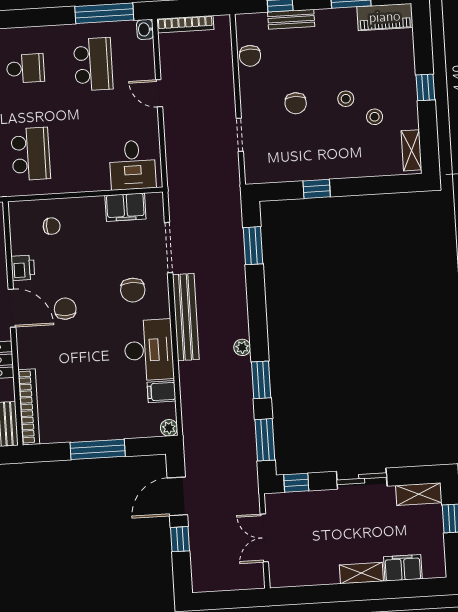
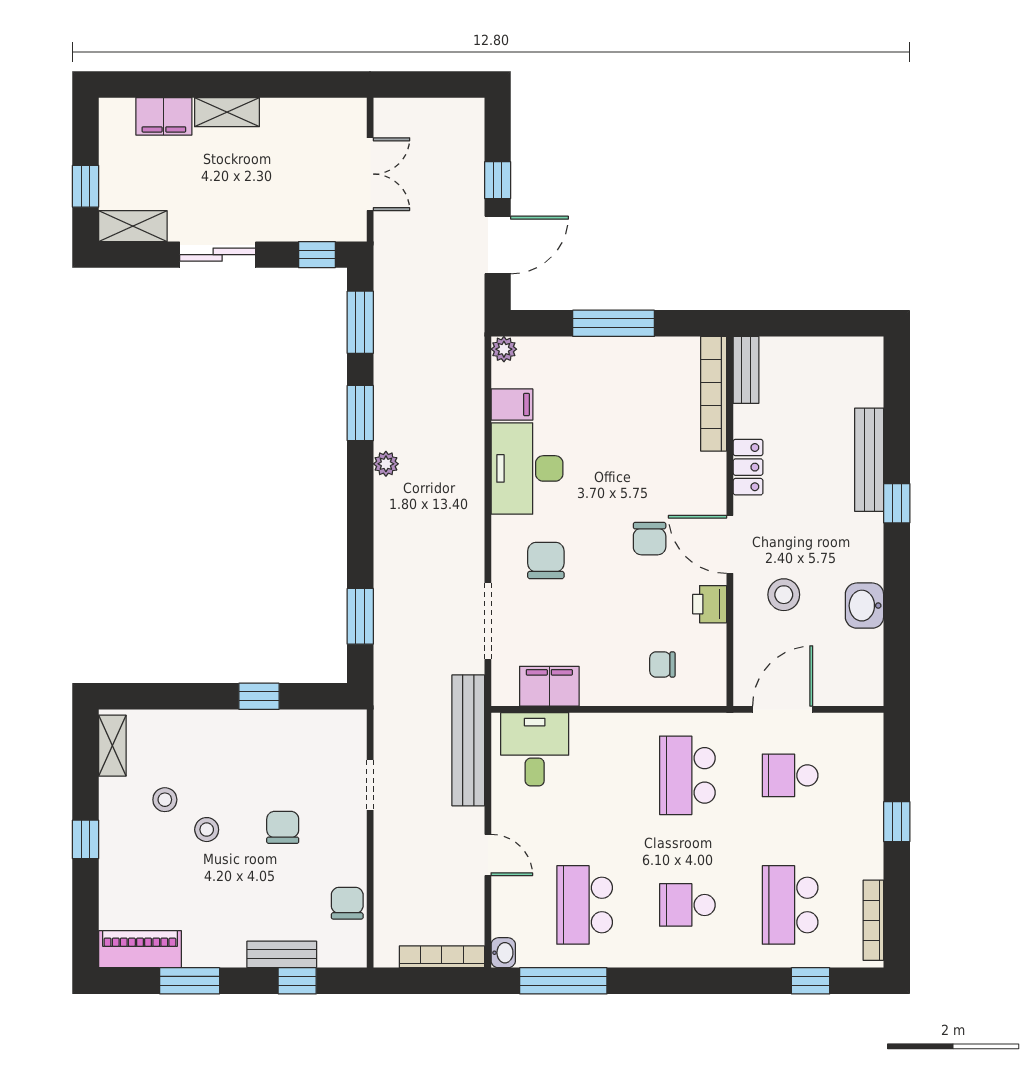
bench: (186, 317) -> (468, 740), moved

